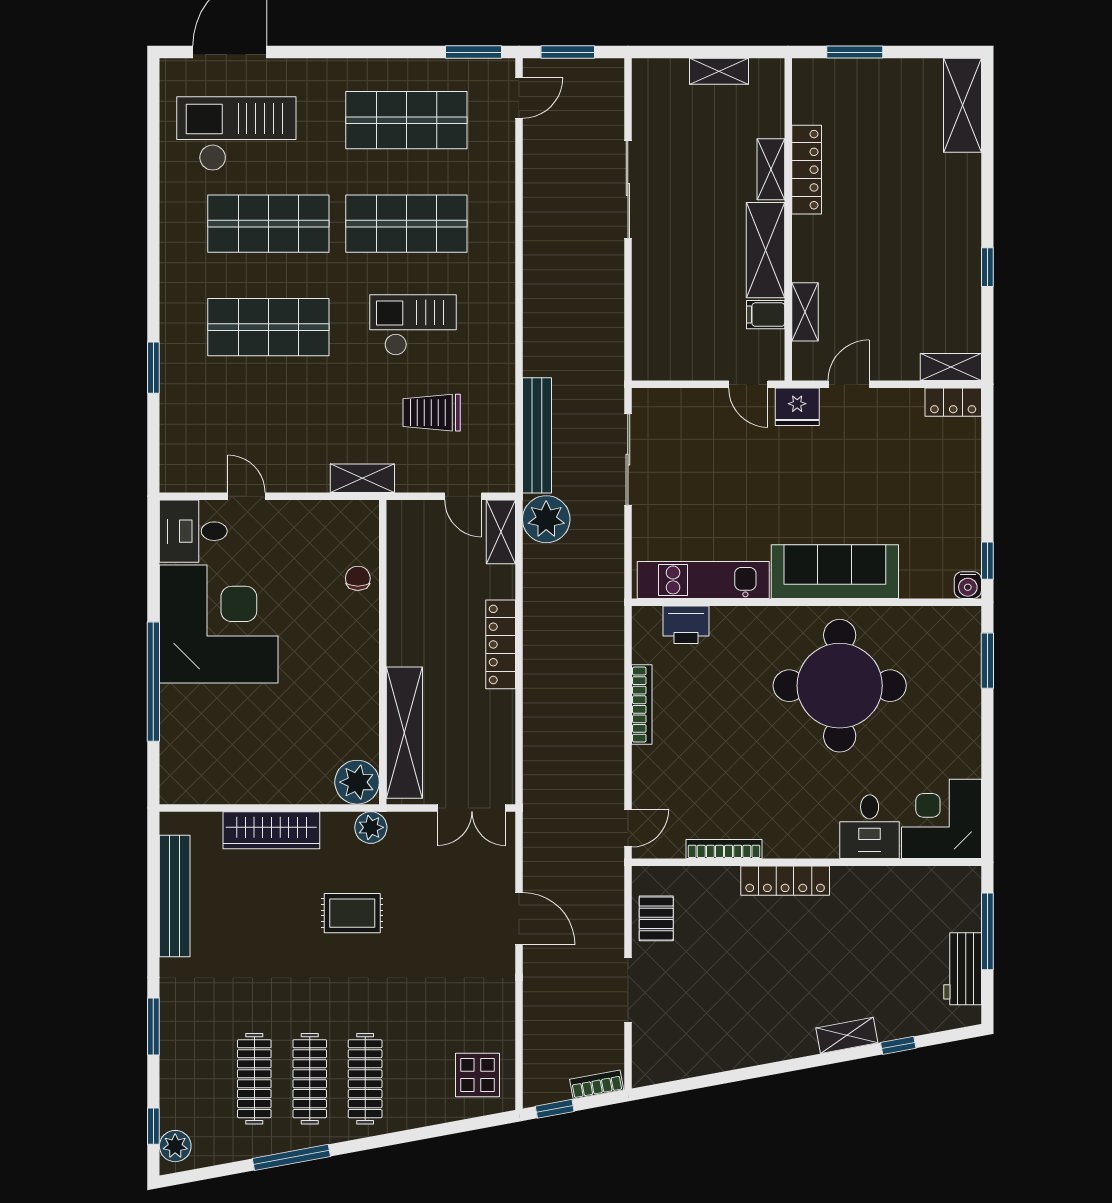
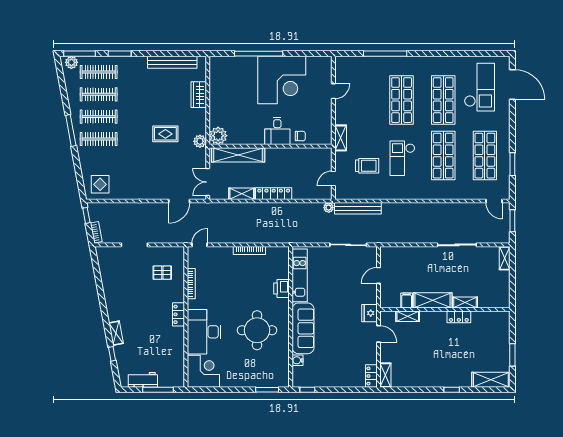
window: (473, 52) -> (512, 164), moved
window: (855, 52) -> (512, 355), moved
shelving: (719, 71) -> (505, 258), moved
locker: (807, 170) -> (459, 317), width x0.66
window: (987, 267) -> (452, 390), moved
checkout: (413, 325) -> (402, 158), turned 180
window: (153, 368) -> (385, 54), width x2.11
door: (748, 384) -> (378, 275), moved
trolley: (432, 413) -> (367, 166), turned 90
plant: (546, 519) -> (329, 208), width x0.53, depth x0.53
desk: (193, 531) -> (277, 131), moved, turned 180
shelving: (501, 532) -> (242, 194), moved
water cooler: (968, 585) -> (298, 360), moved
printer: (686, 625) -> (282, 288), moved
round table: (840, 686) -> (257, 330), width x0.73, depth x0.73
desk: (870, 827) -> (204, 332), width x1.87, depth x1.30
door: (628, 828) -> (200, 245), swing flipped
wardrobe: (271, 830) -> (199, 95), width x0.67
locker: (785, 881) -> (178, 314), width x0.66
rug: (352, 913) -> (165, 134), turned 90
pallet: (656, 918) -> (162, 273), moved
door: (519, 919) -> (179, 201), moved
clothes rail: (199, 1079) -> (99, 72), added
window: (153, 1126) -> (80, 54), width x2.17
window: (291, 1157) -> (71, 130), moved

